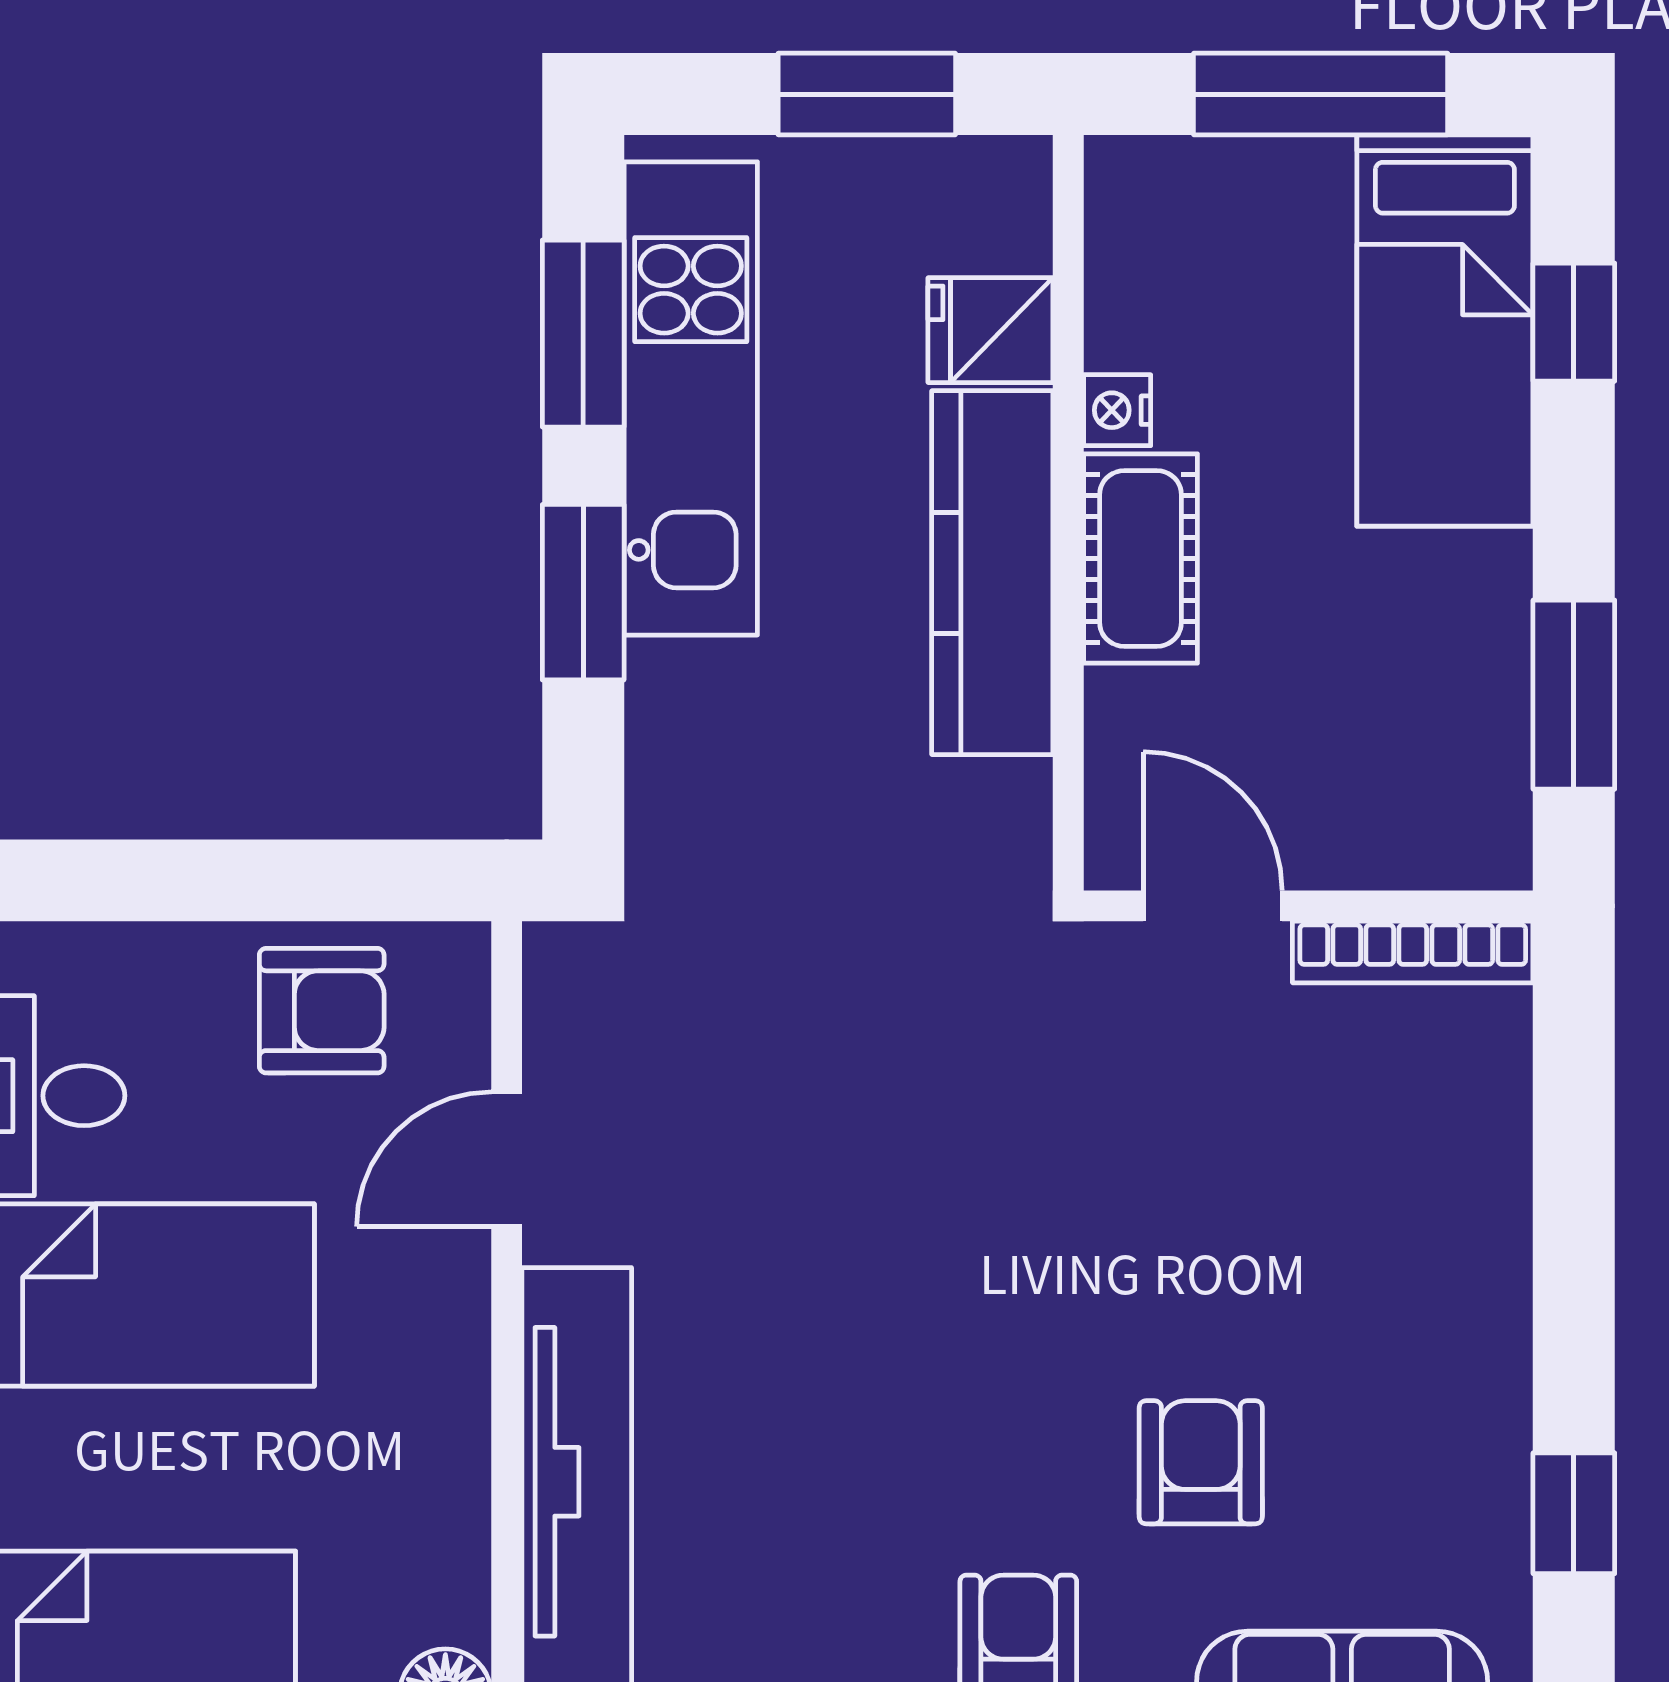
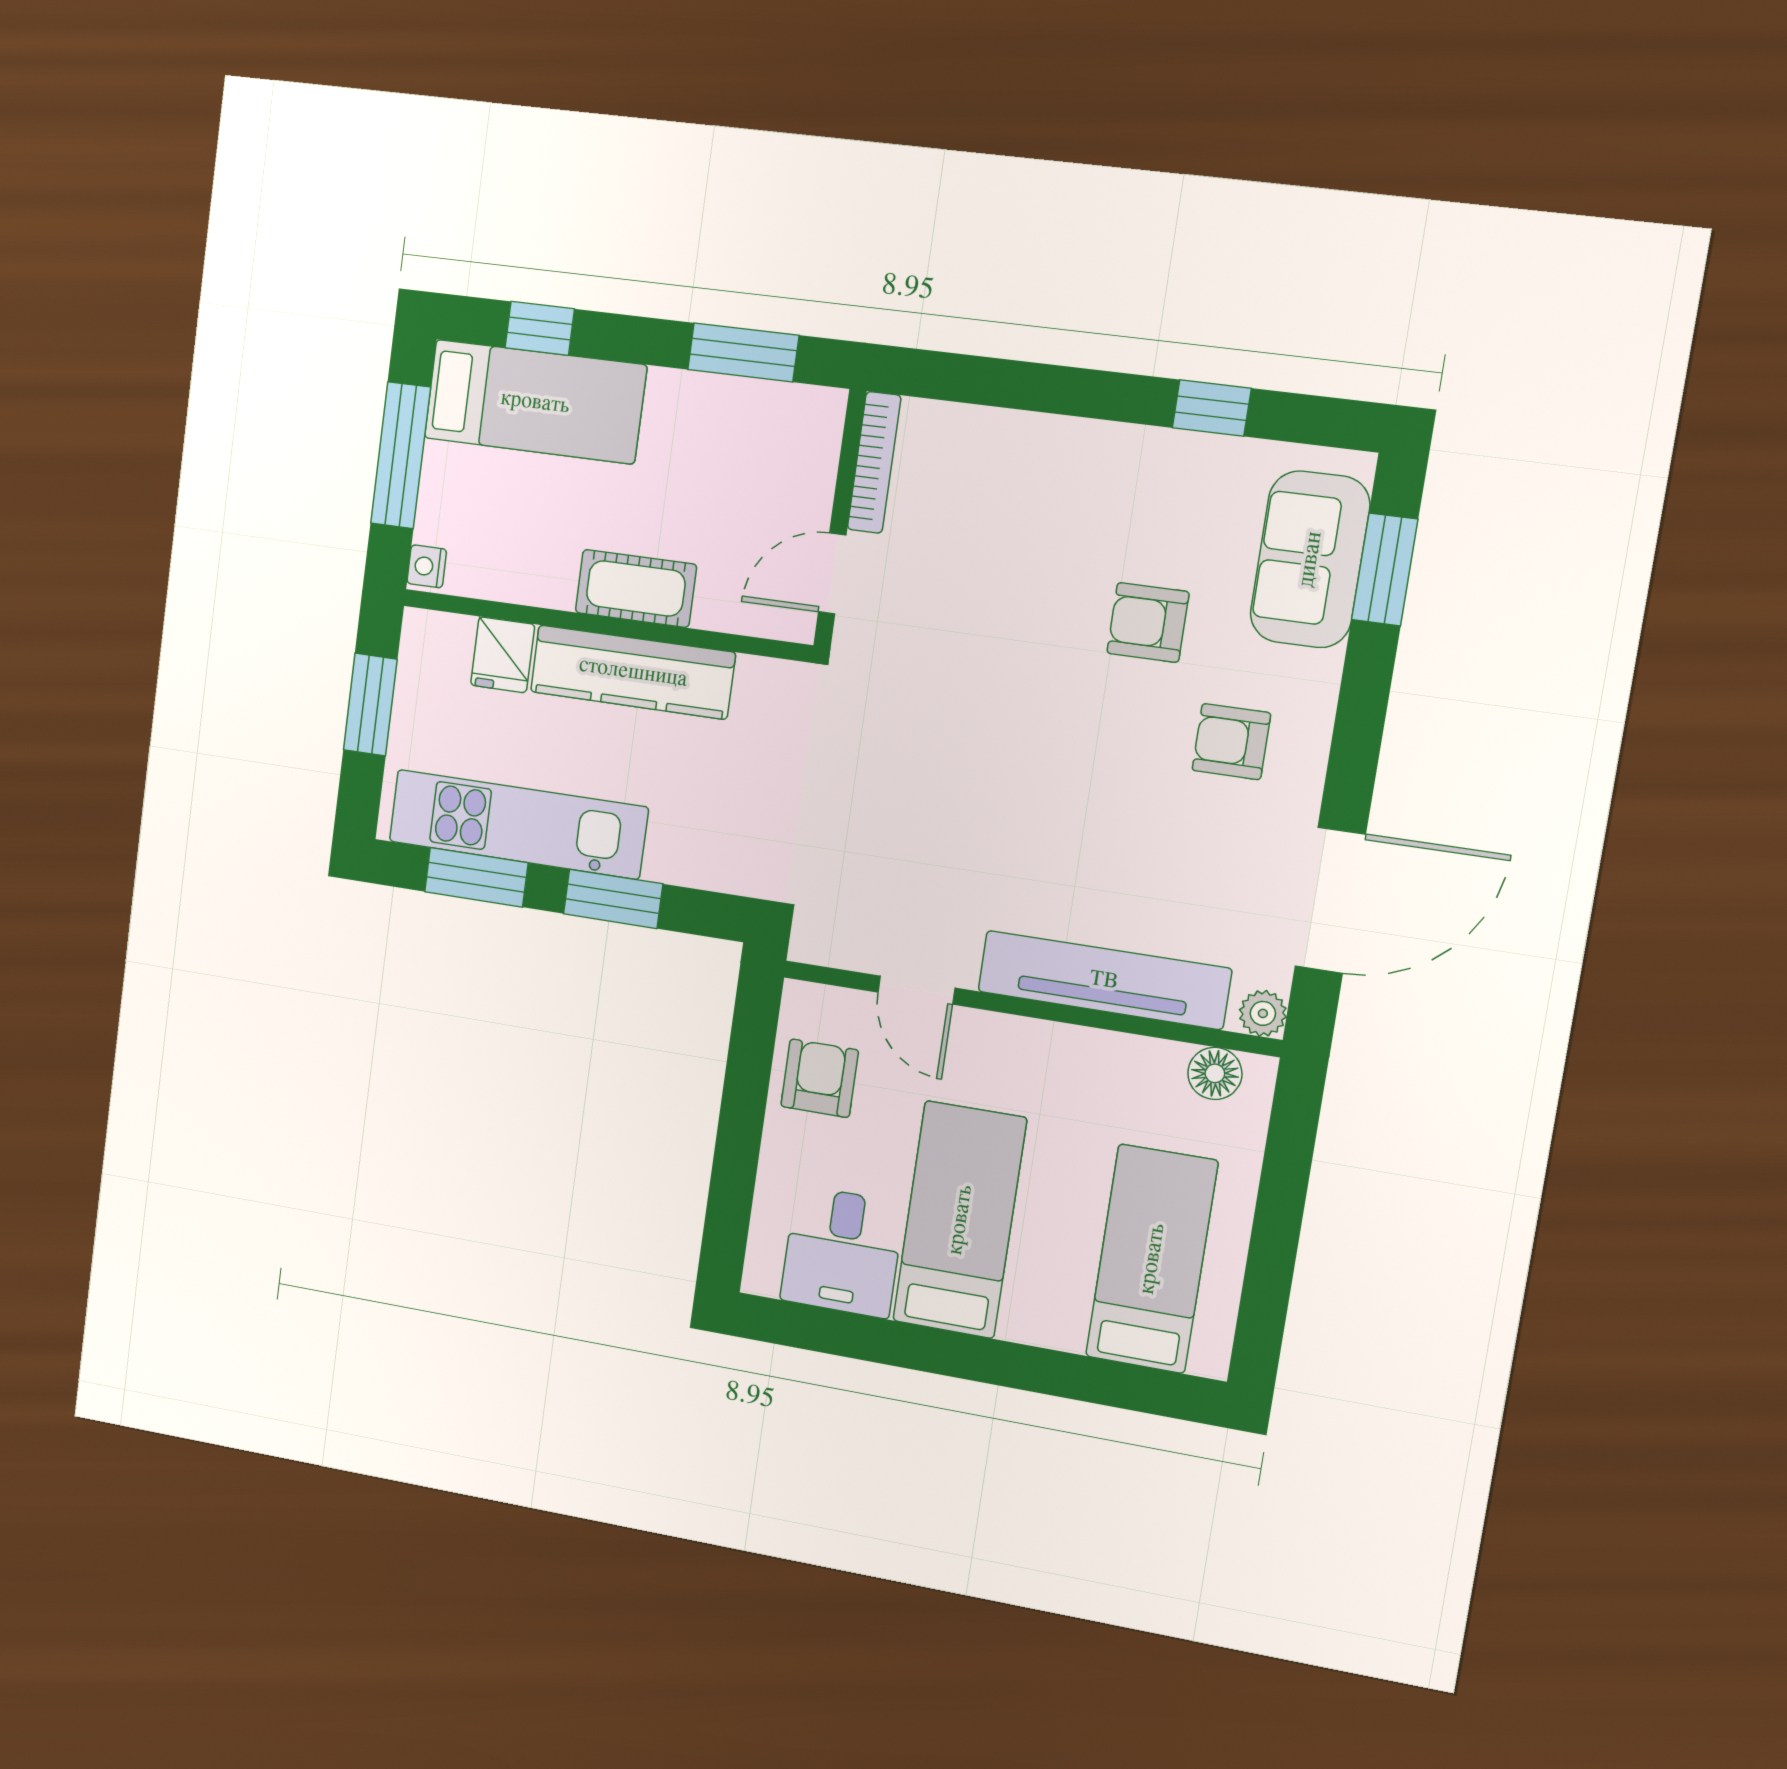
nightstand: (1117, 410) -> (427, 566), moved, turned 90

